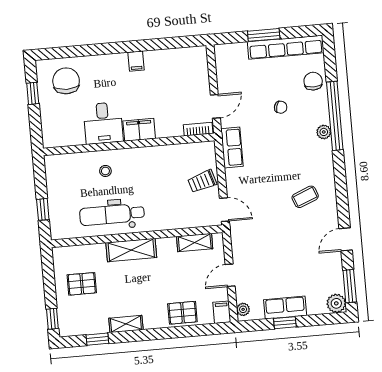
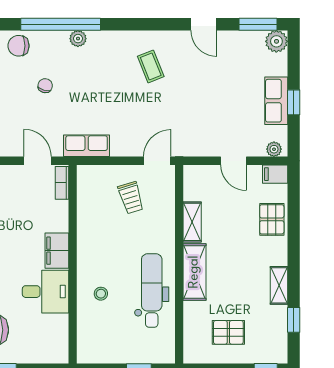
trolley: (202, 181) -> (131, 198), moved
dental chair: (112, 215) -> (152, 291), turned 180
shelving: (195, 243) -> (192, 222), moved
pallet: (82, 284) -> (228, 332), turned 90

